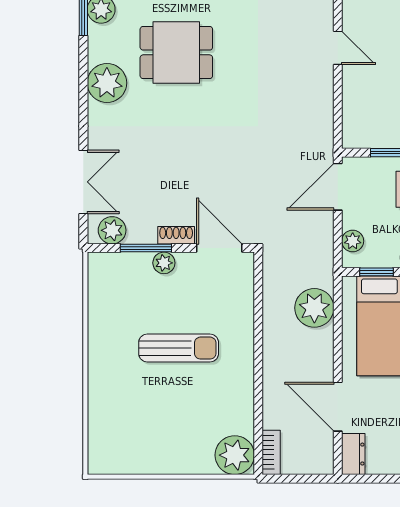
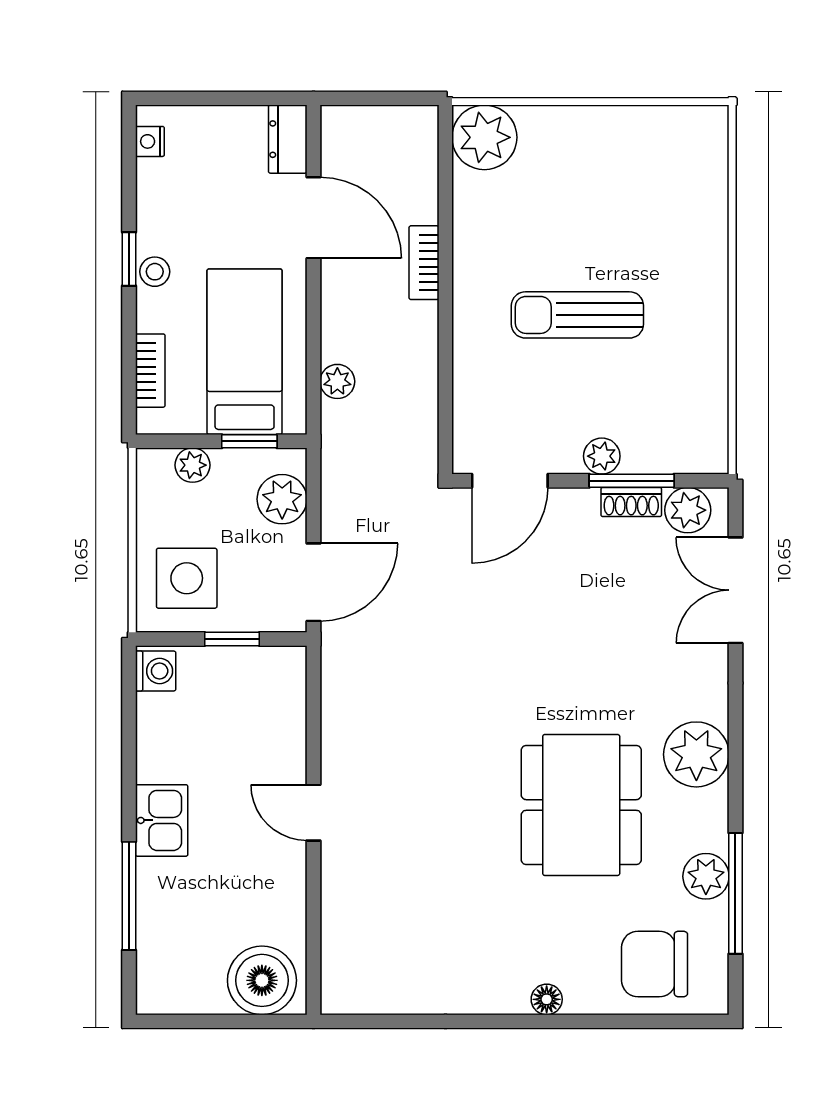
dining table: (176, 52) -> (581, 805), width x1.38
shoe rack: (176, 235) -> (631, 502), moved
plant: (353, 241) -> (282, 499), width x1.38, depth x1.38
door: (219, 248) -> (510, 481), hinge flipped
plant: (314, 308) -> (337, 381), width x0.53, depth x0.53
bookcase: (271, 452) -> (424, 263), moved

